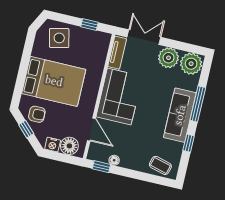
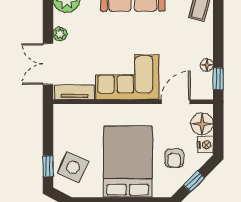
window: (89, 24) -> (48, 166), moved
side table: (59, 38) -> (73, 167), turned 36
plant: (169, 58) -> (60, 34), width x0.53, depth x0.53
armchair: (37, 114) -> (174, 158), moved, turned 180

